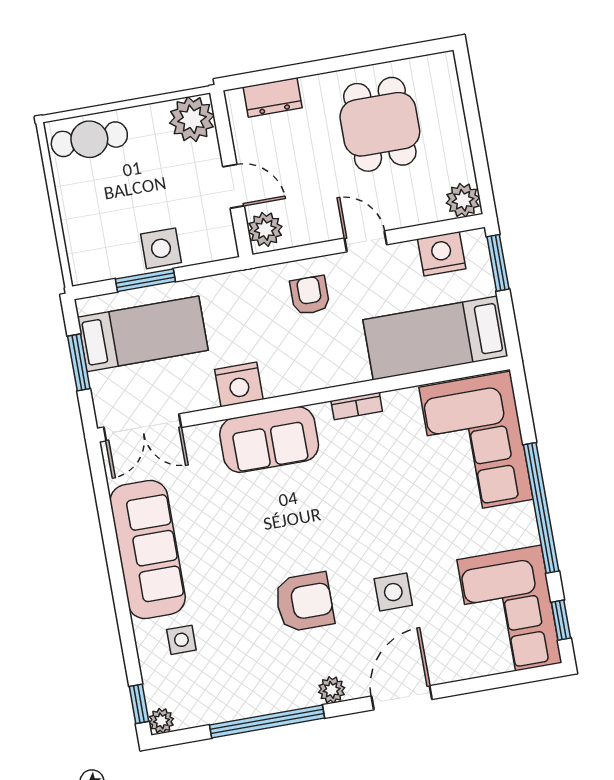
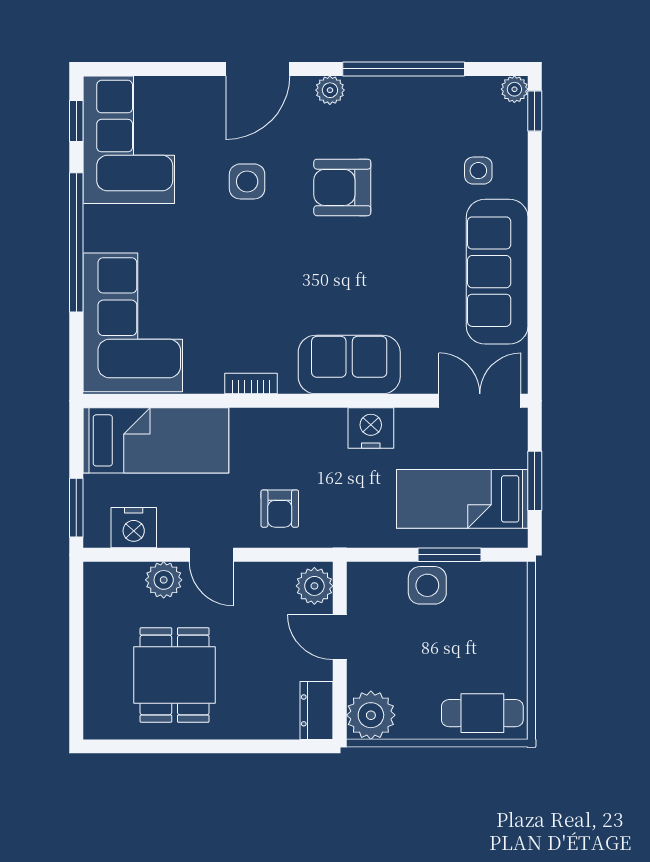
dresser: (273, 97) -> (317, 710), moved, turned -90
plant: (463, 200) -> (164, 580), moved

